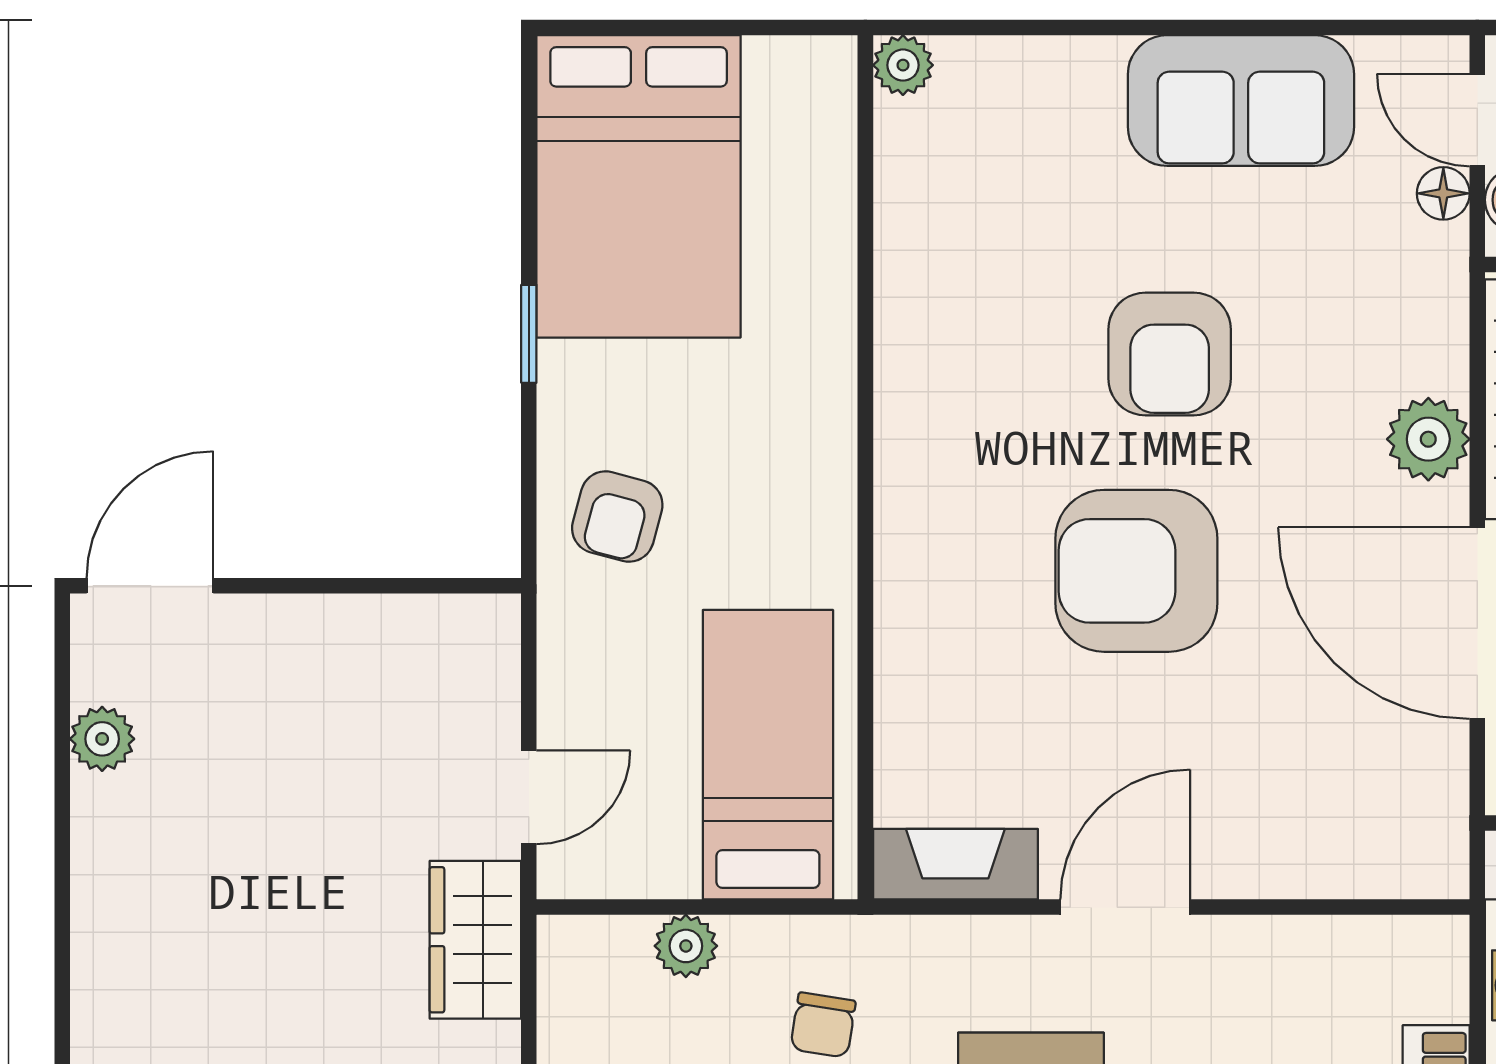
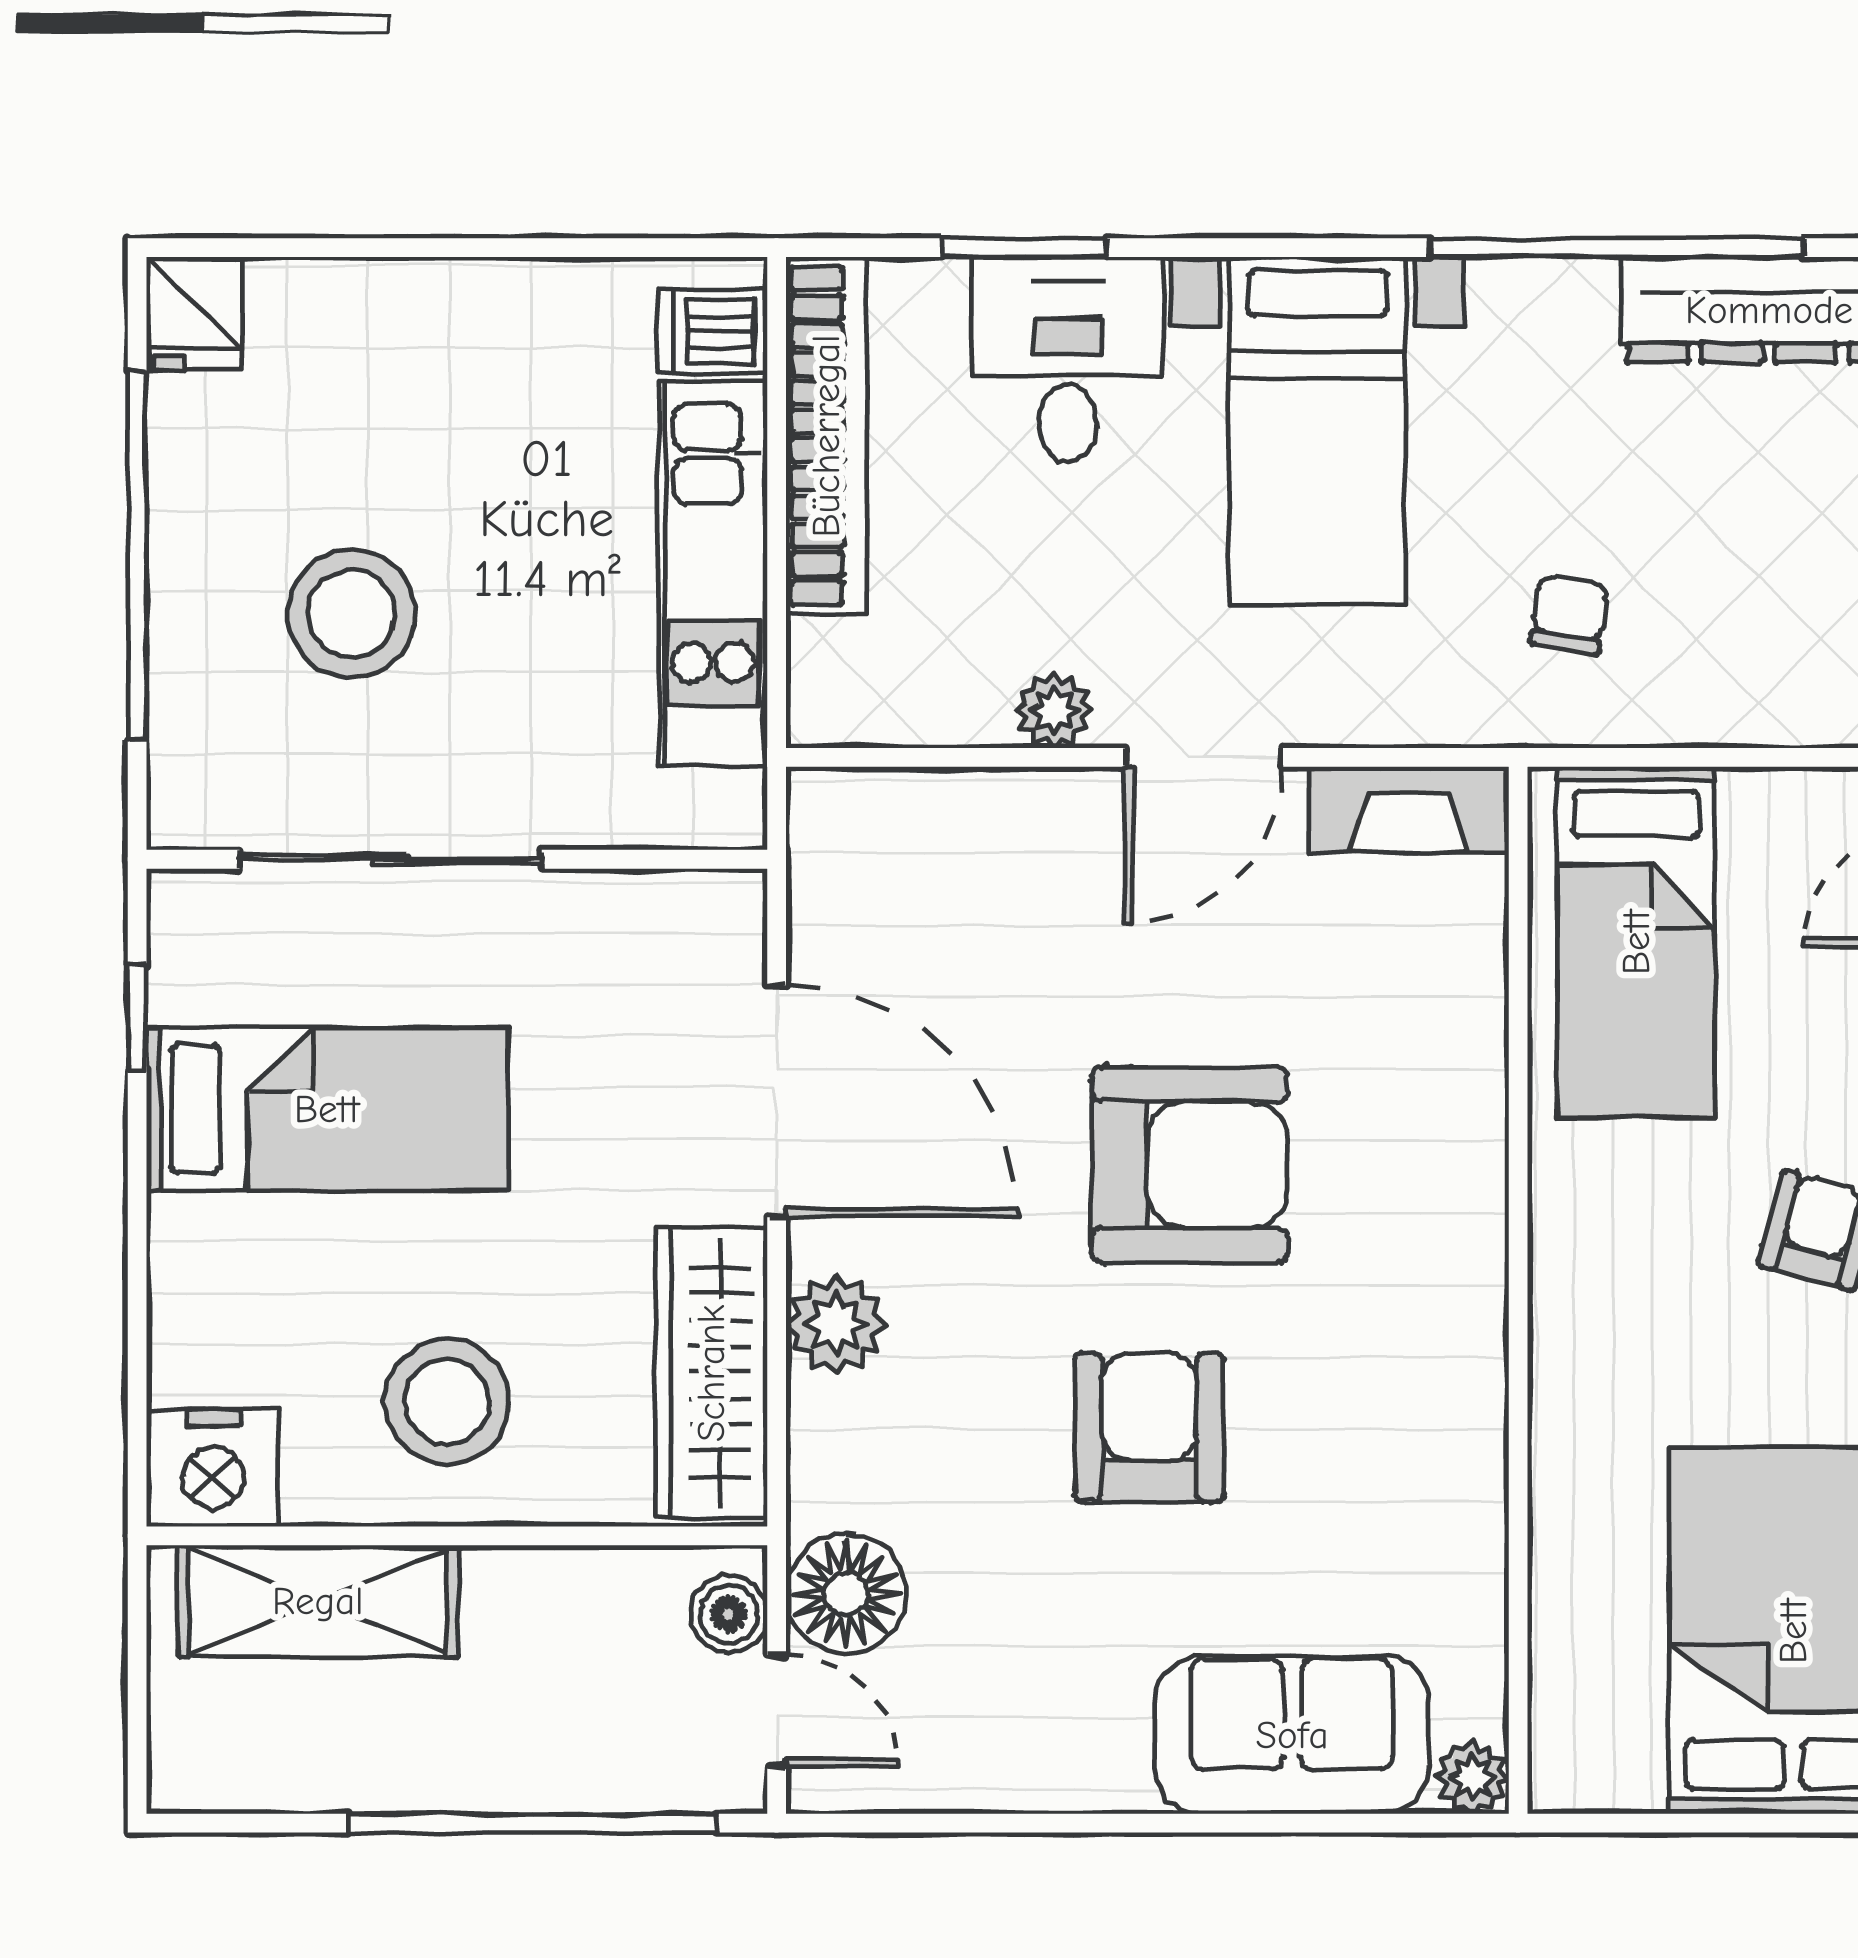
sofa: (1241, 101) -> (1292, 1735), moved
floor lamp: (1443, 193) -> (846, 1594), width x1.89, depth x1.89
plant: (686, 946) -> (1054, 710), moved

